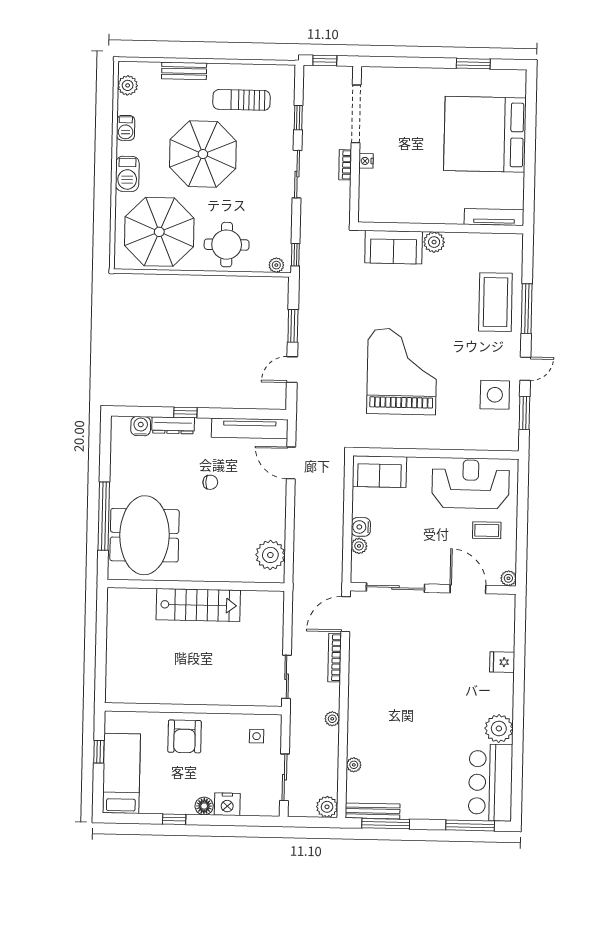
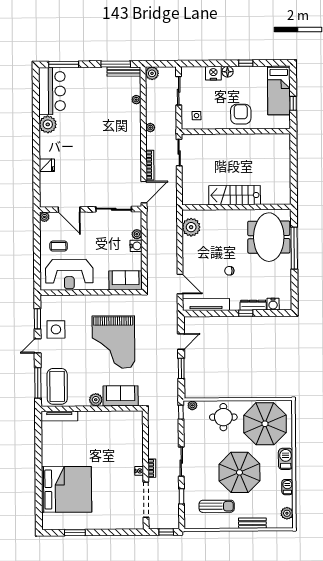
tv unit: (494, 217) -> (59, 416), moved
wall: (441, 228) -> (92, 409), moved
plant: (434, 242) -> (96, 400), moved
sofa: (394, 247) -> (121, 396), moved

